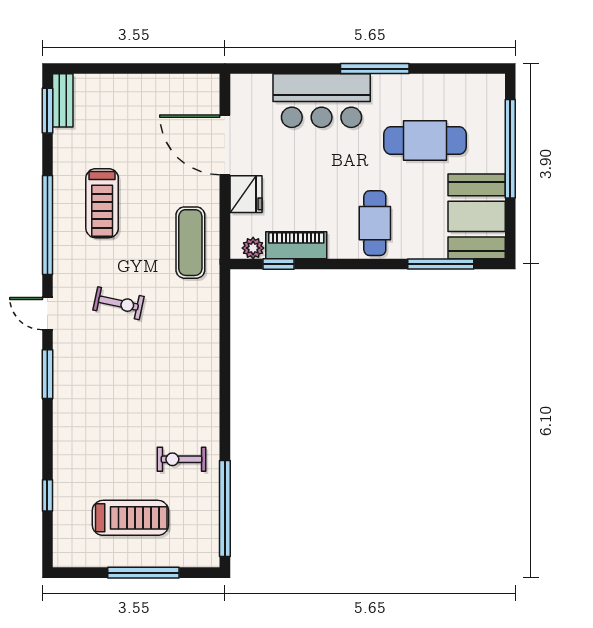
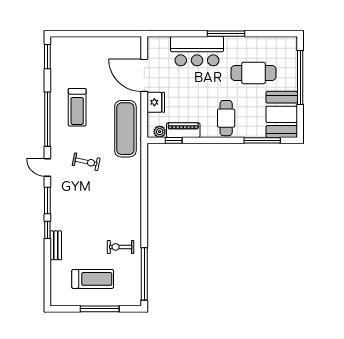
bench: (63, 100) -> (56, 245), moved
exercise mat: (190, 243) -> (125, 129), width x1.36, depth x1.45
window: (47, 495) -> (47, 230), moved

